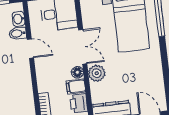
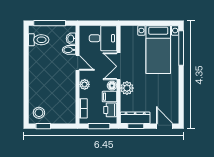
double door: (83, 47) -> (118, 66), swing flipped
plant: (42, 75) -> (85, 84), added

